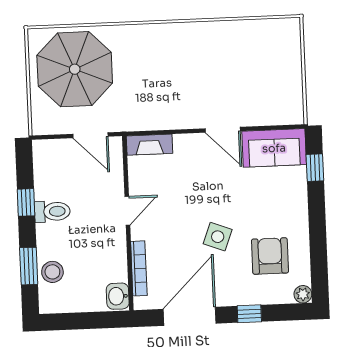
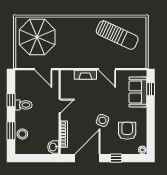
sun lounger: (241, 58) -> (117, 35), added
fireplace: (149, 145) -> (85, 75), moved
sofa: (274, 148) -> (138, 92), moved, turned 90

